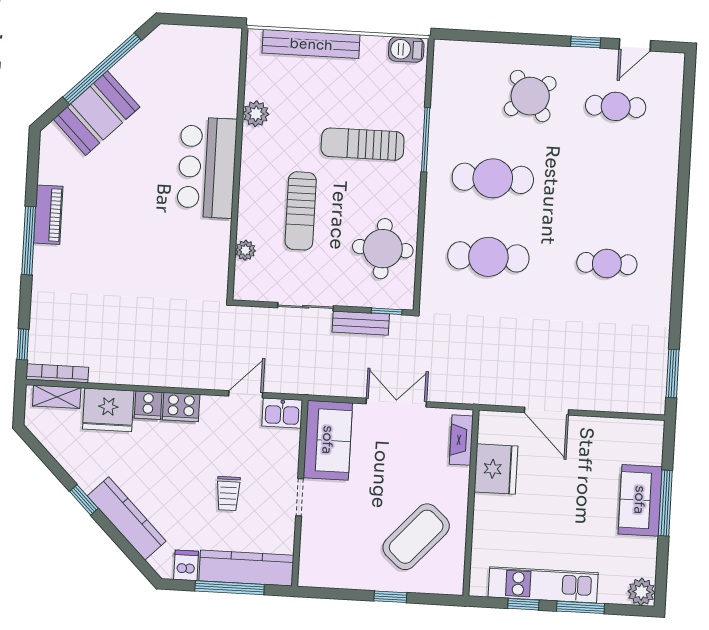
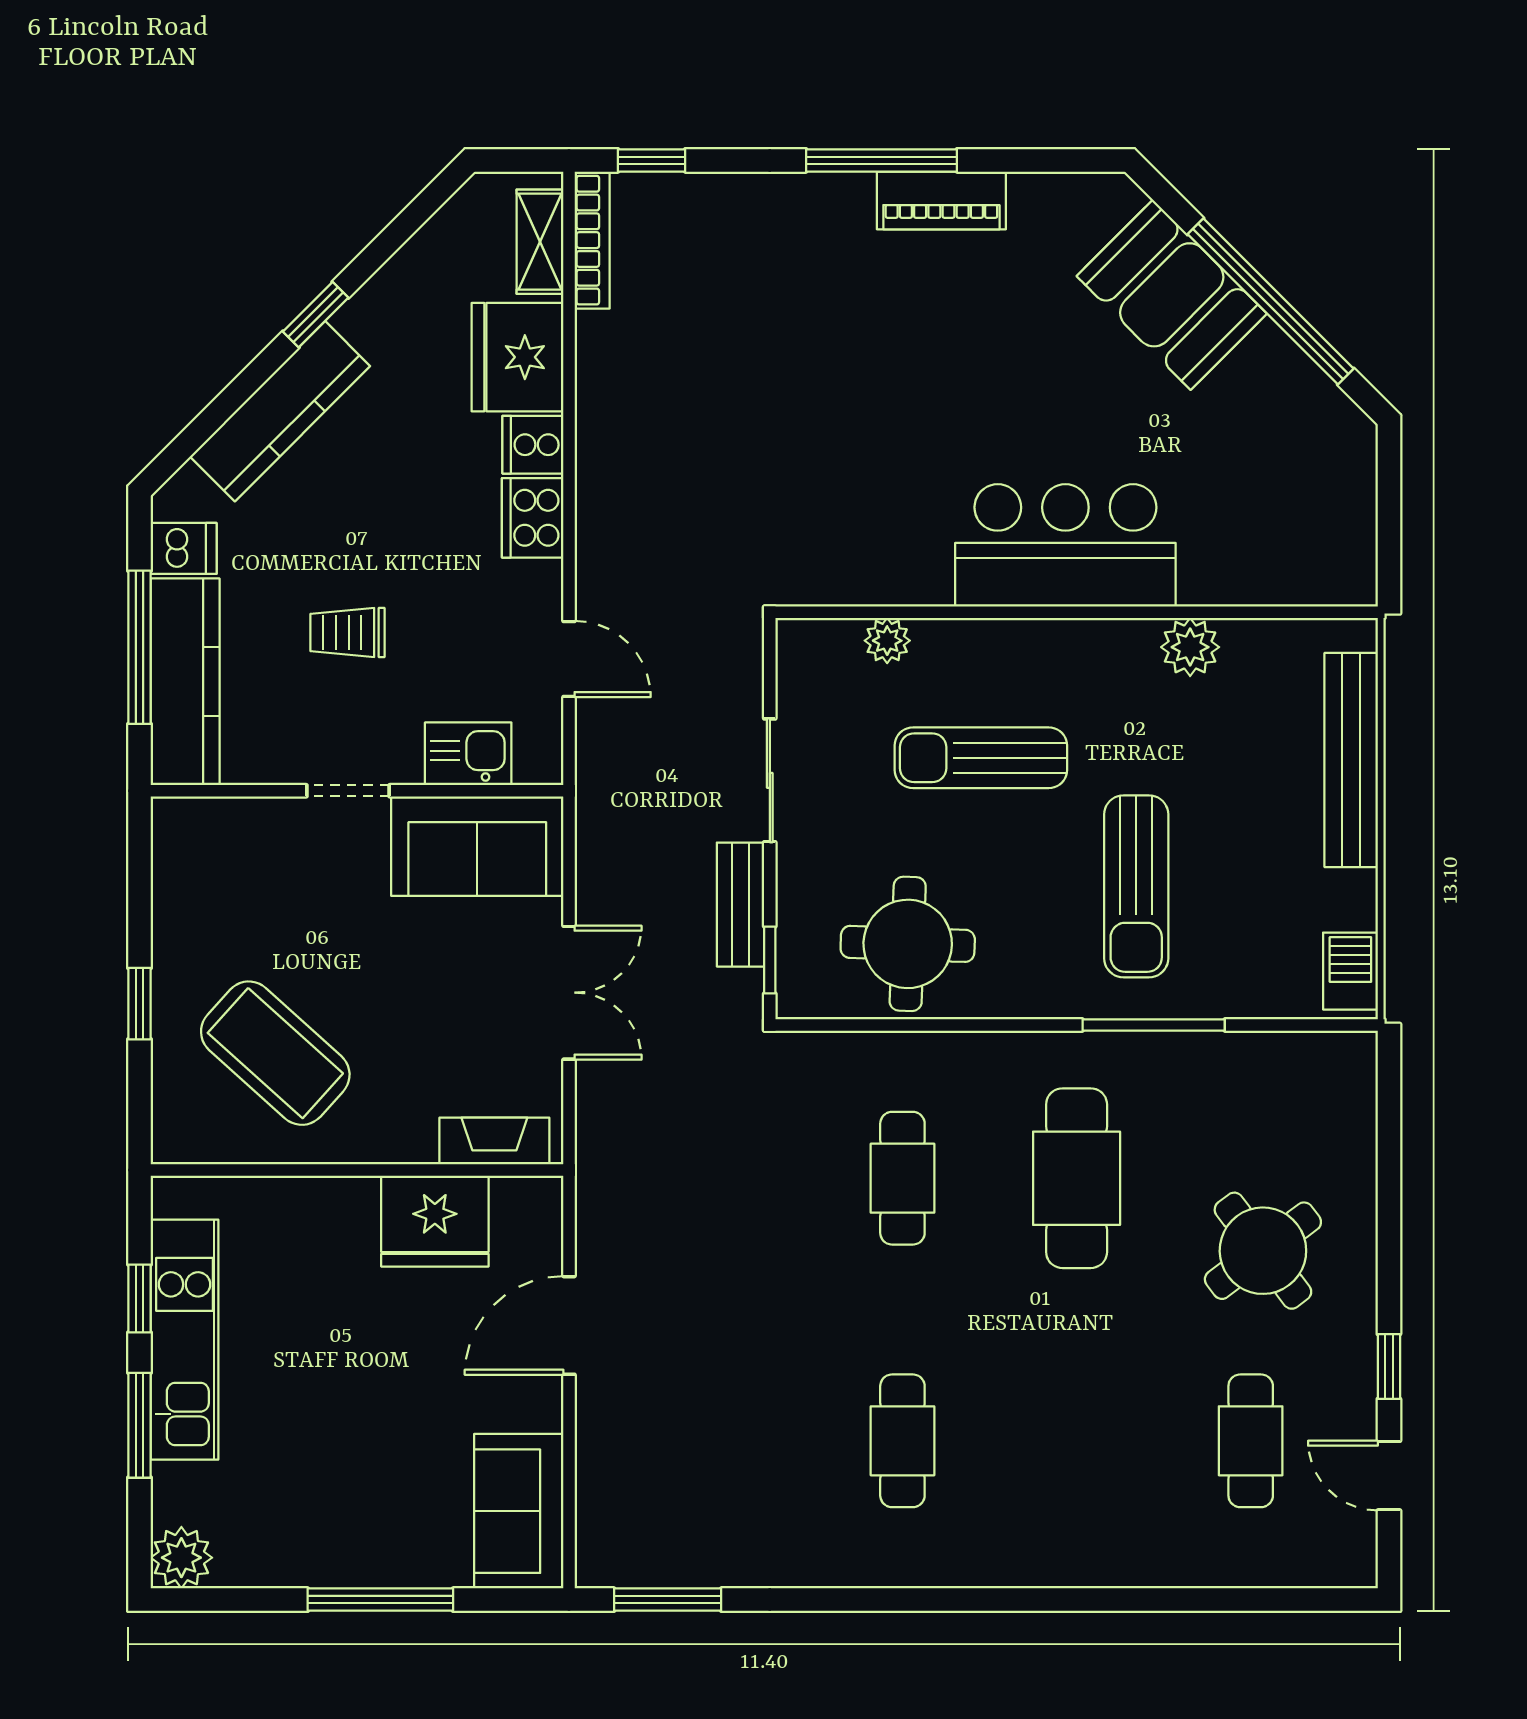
sun lounger: (363, 144) -> (1136, 886), turned 180
cafe table: (488, 257) -> (902, 1178), width x0.73, depth x0.74
kitchen sink: (282, 413) -> (468, 754), moved, turned 90
sofa: (640, 500) -> (519, 1511), moved, turned -90

